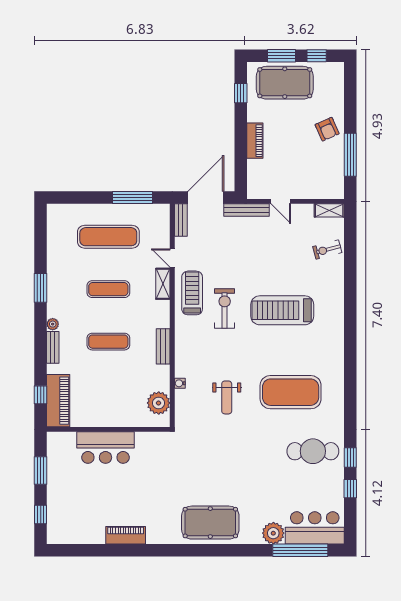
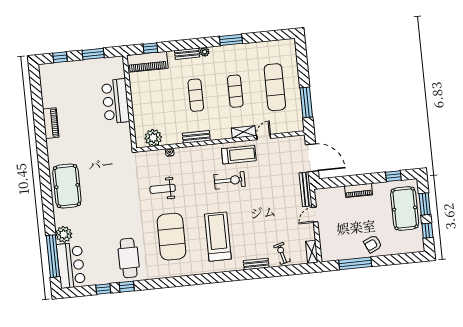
bench: (181, 220) -> (256, 264), moved
treadmill: (282, 310) -> (218, 237), moved

